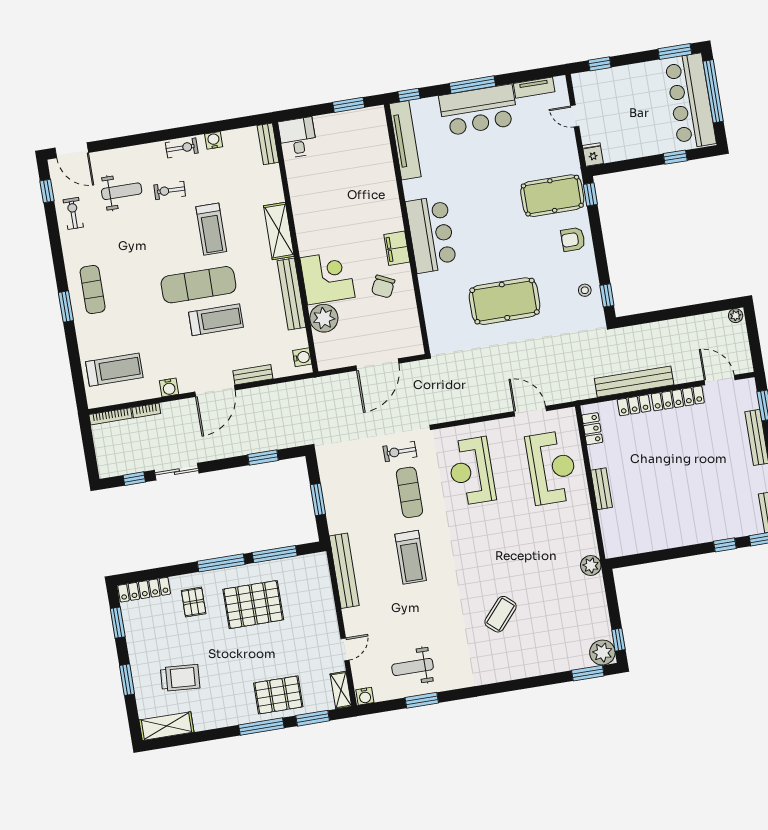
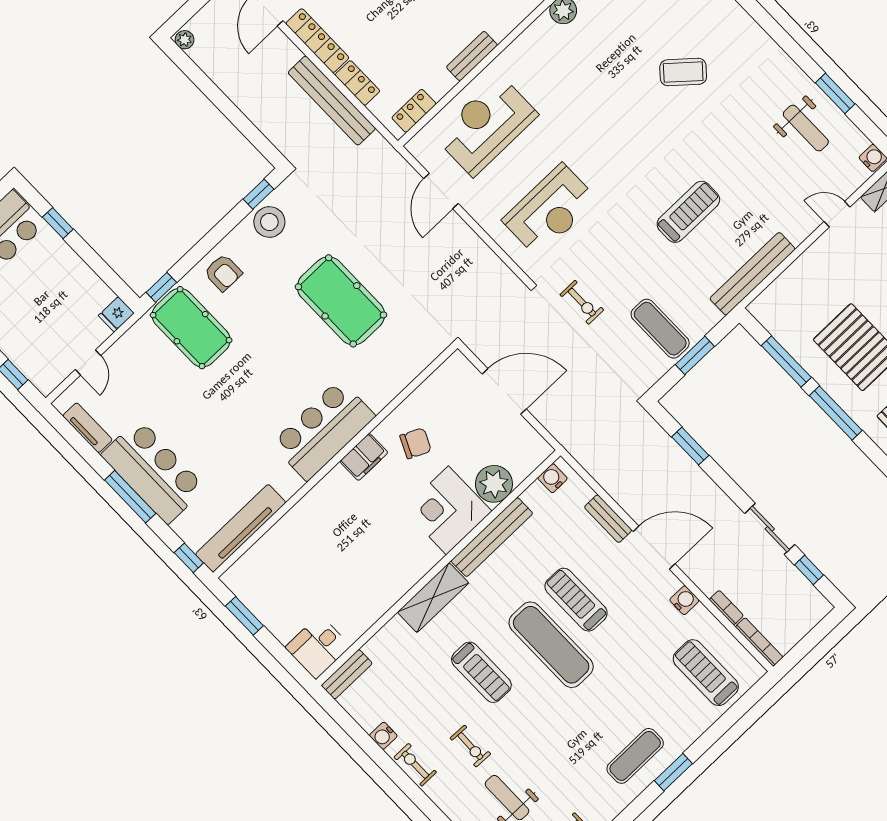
treadmill: (211, 229) -> (481, 672), turned 90
stool: (585, 290) -> (269, 222), width x1.89, depth x1.89
exercise mat: (409, 492) -> (660, 329), moved, turned 90

